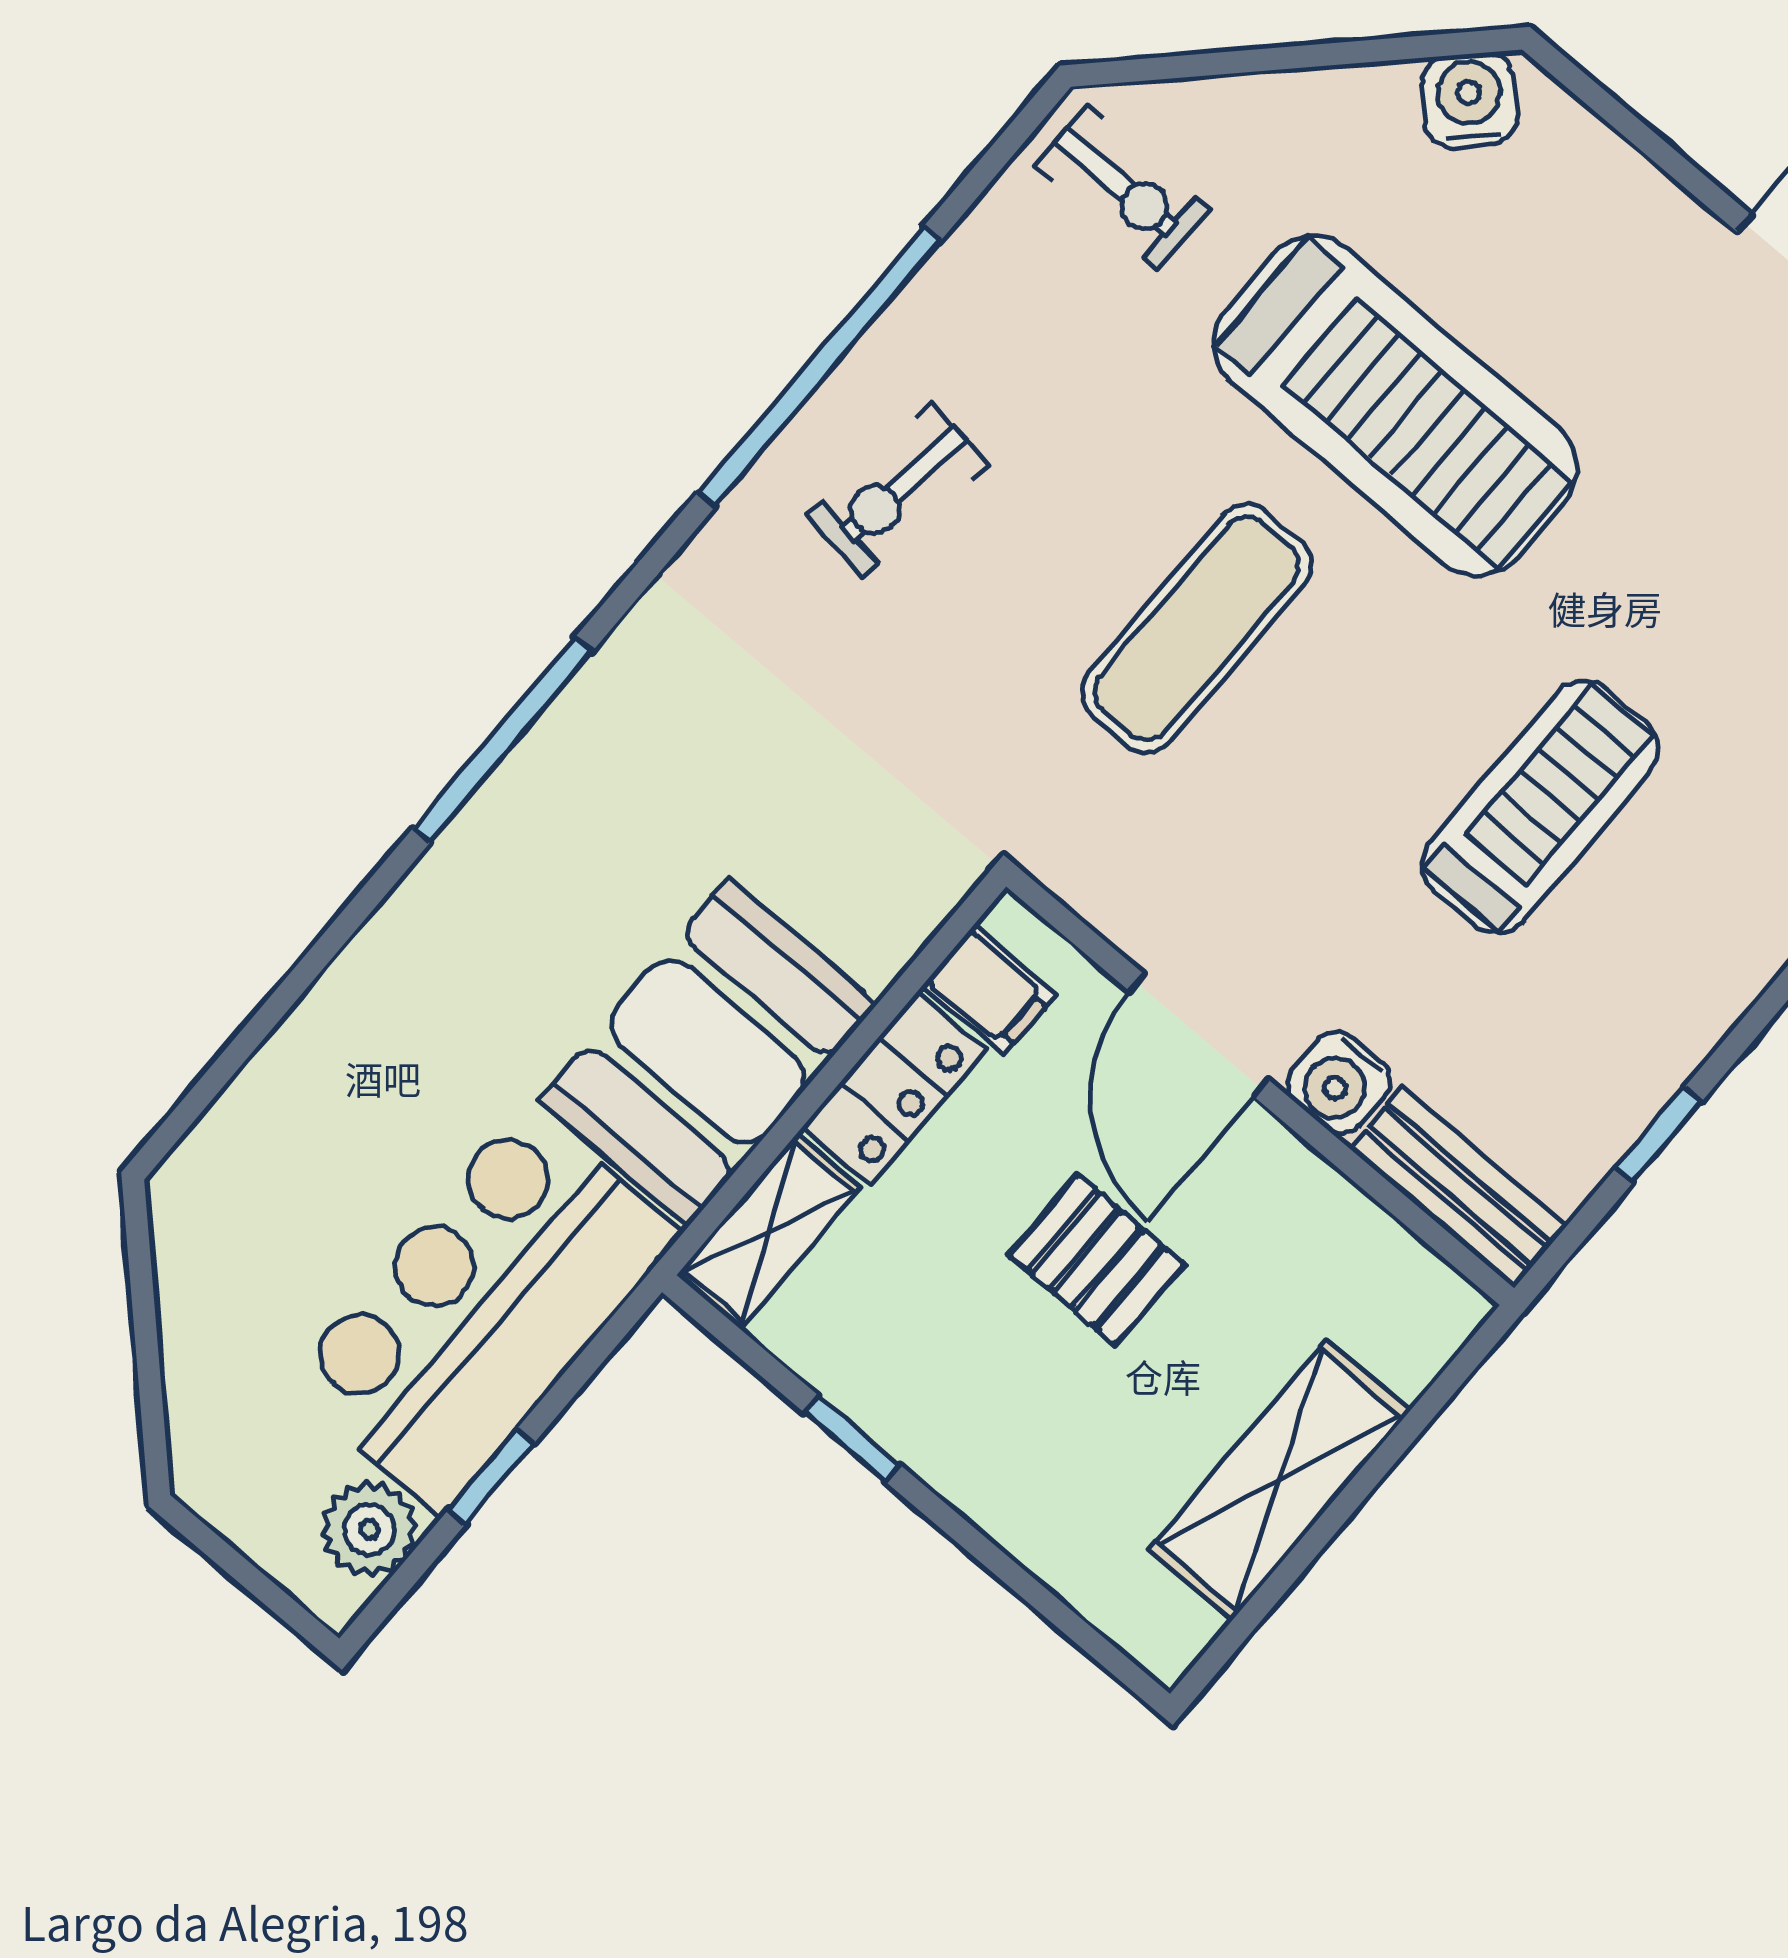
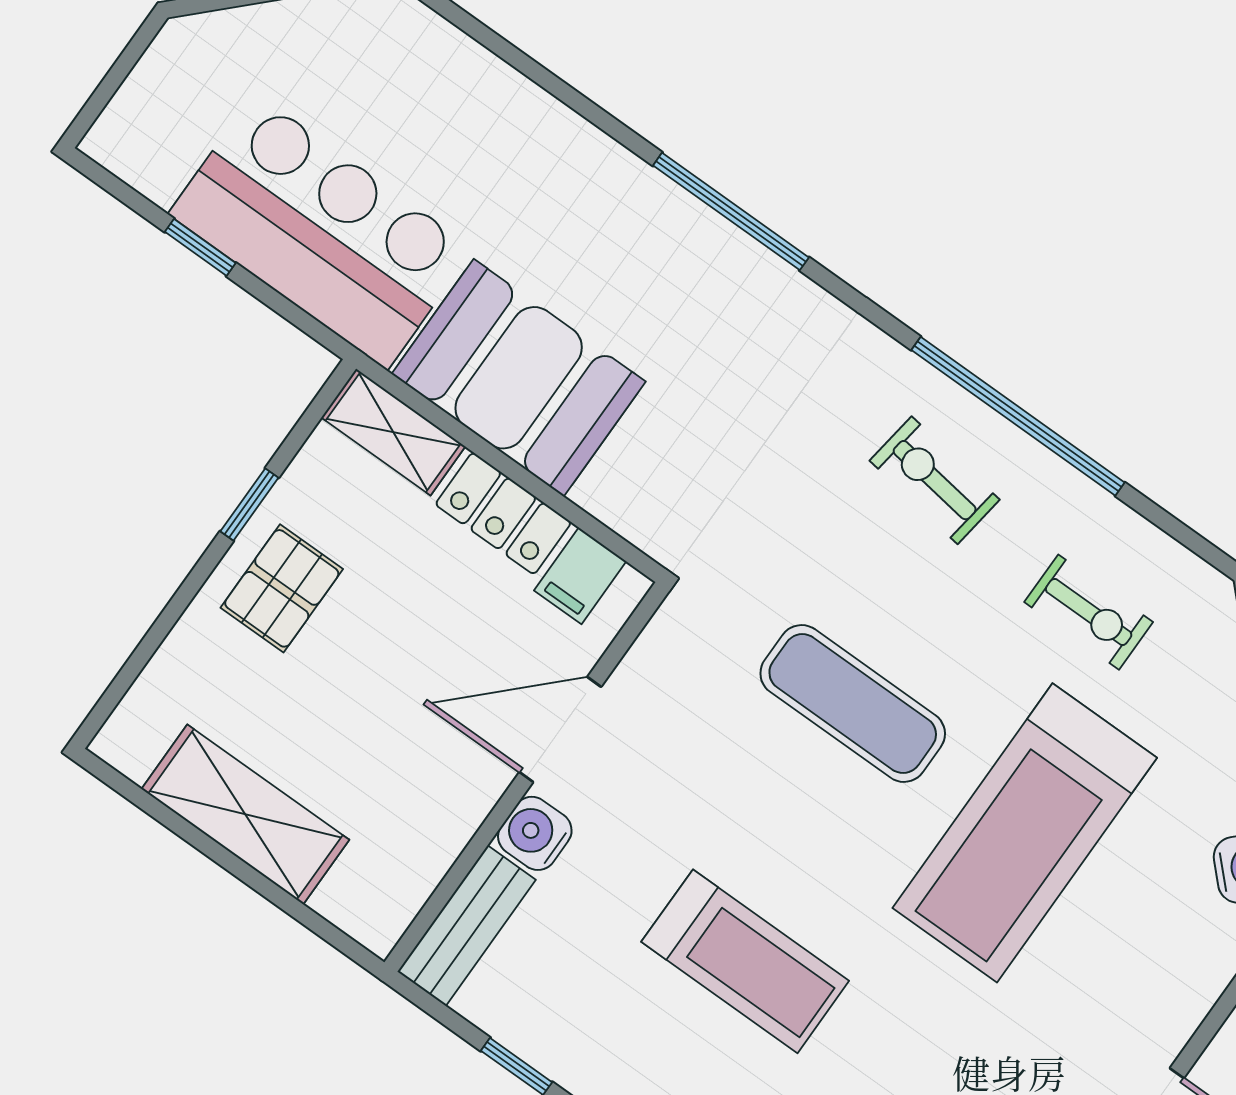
exercise bike: (1122, 188) -> (1089, 612), moved, turned -90
pallet: (1096, 1260) -> (282, 588), moved
plant: (369, 1529) -> (155, 163), removed

